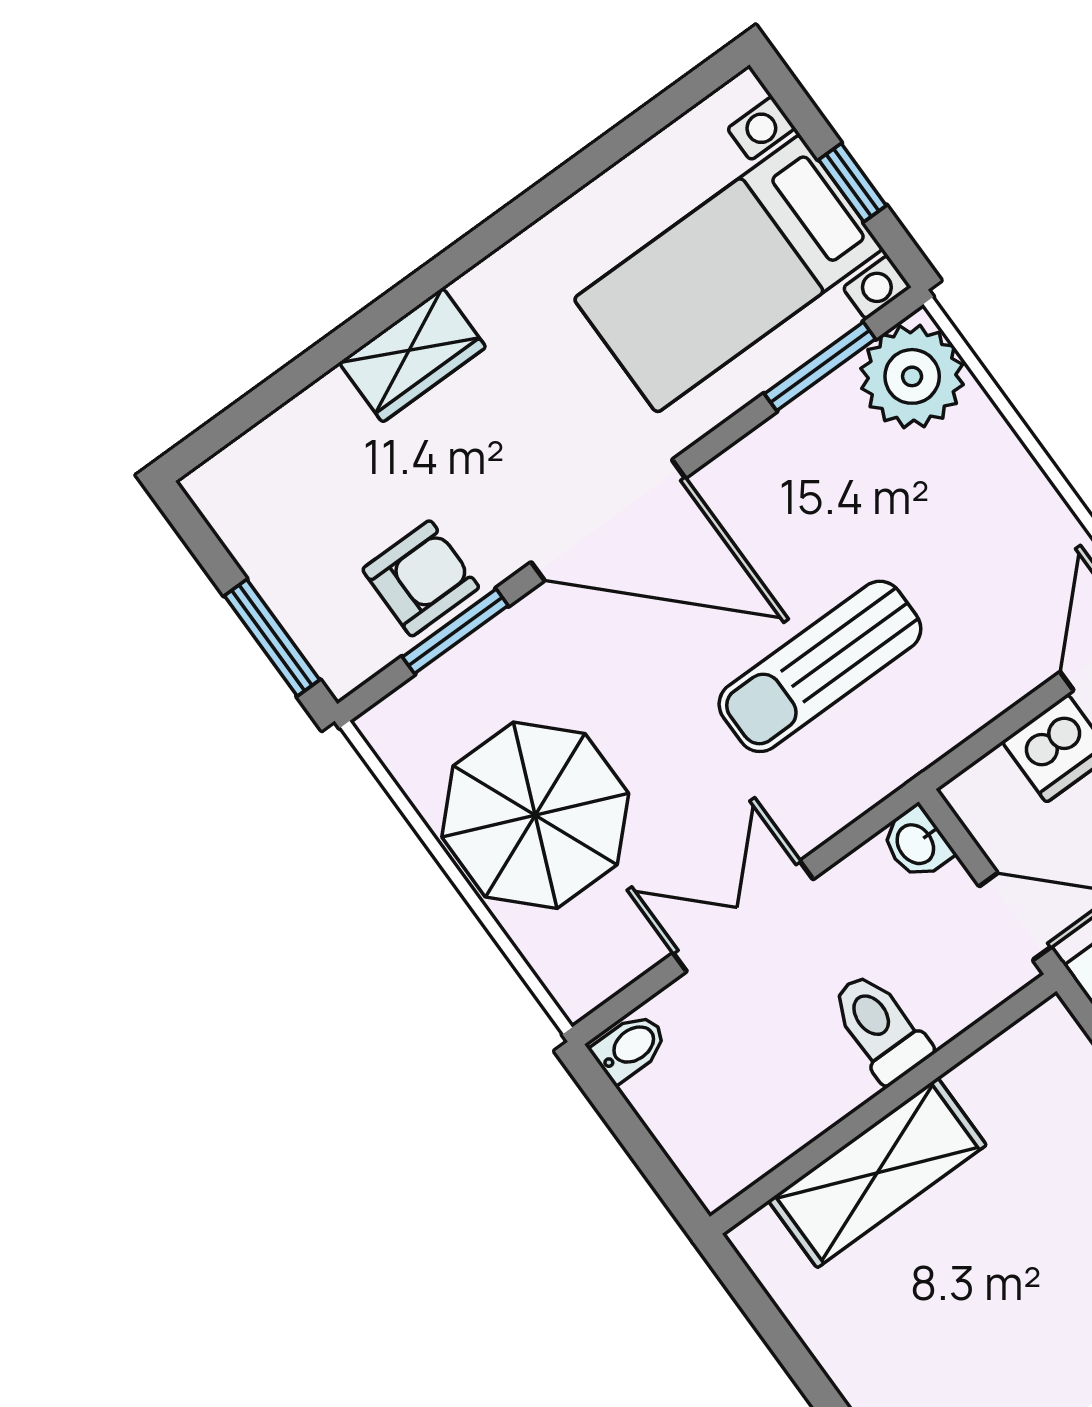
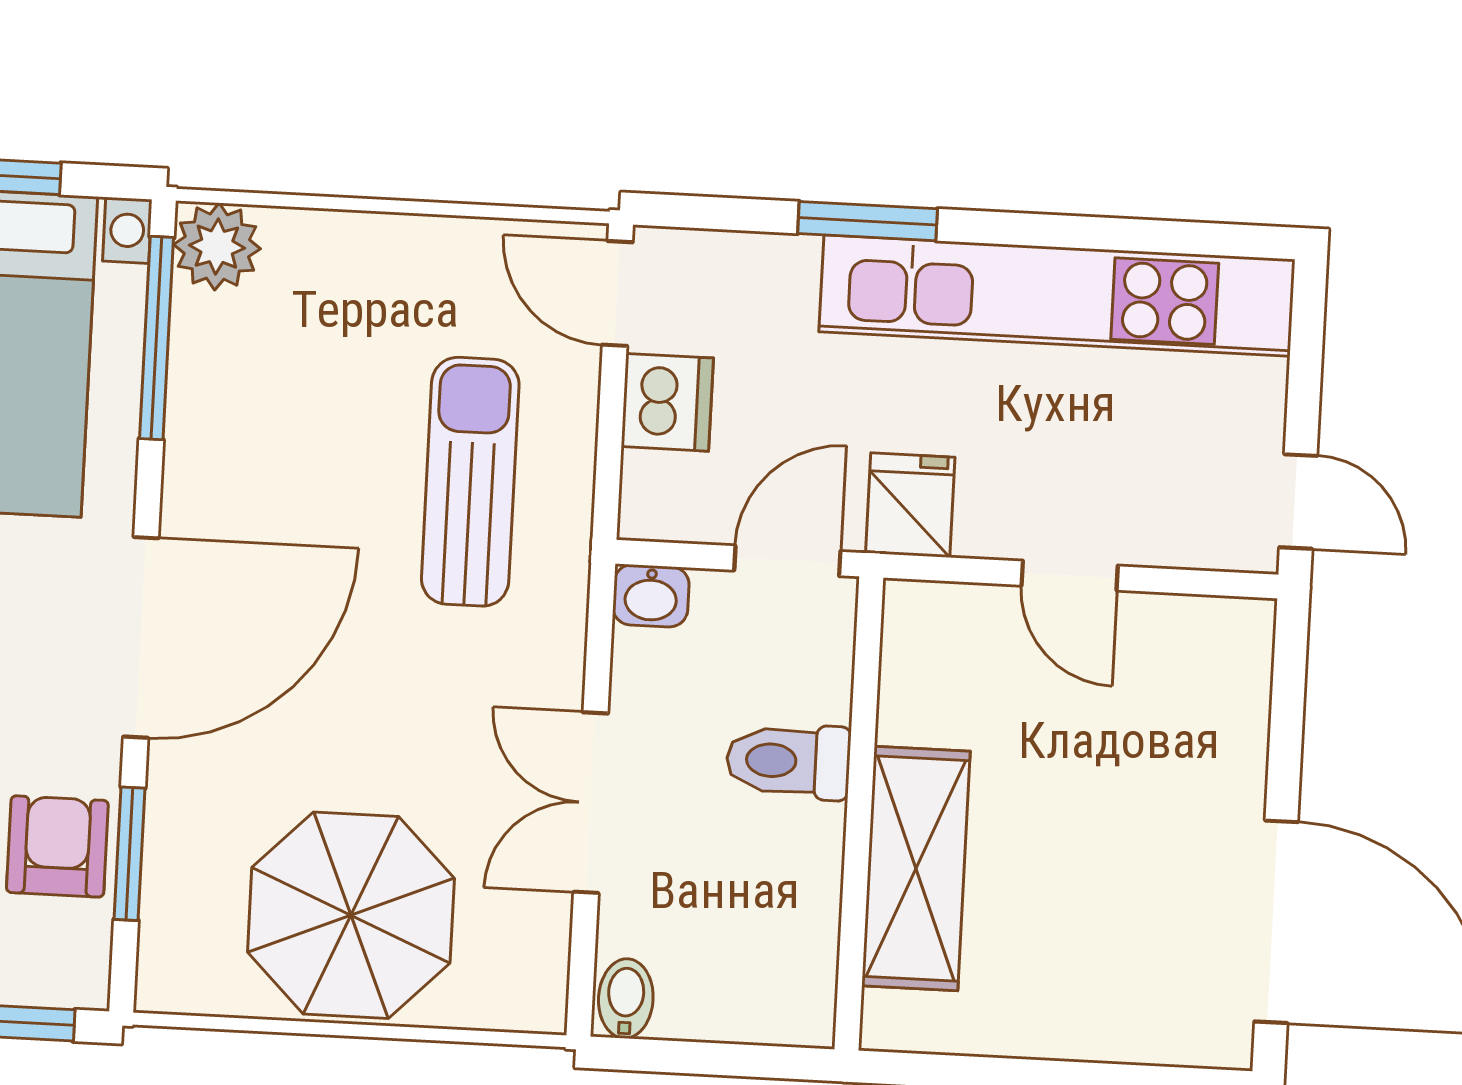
window: (820, 366) -> (157, 338), width x1.44
plant: (912, 376) -> (217, 247), width x0.73, depth x0.73
sun lounger: (820, 666) -> (470, 482), moved, turned 180

